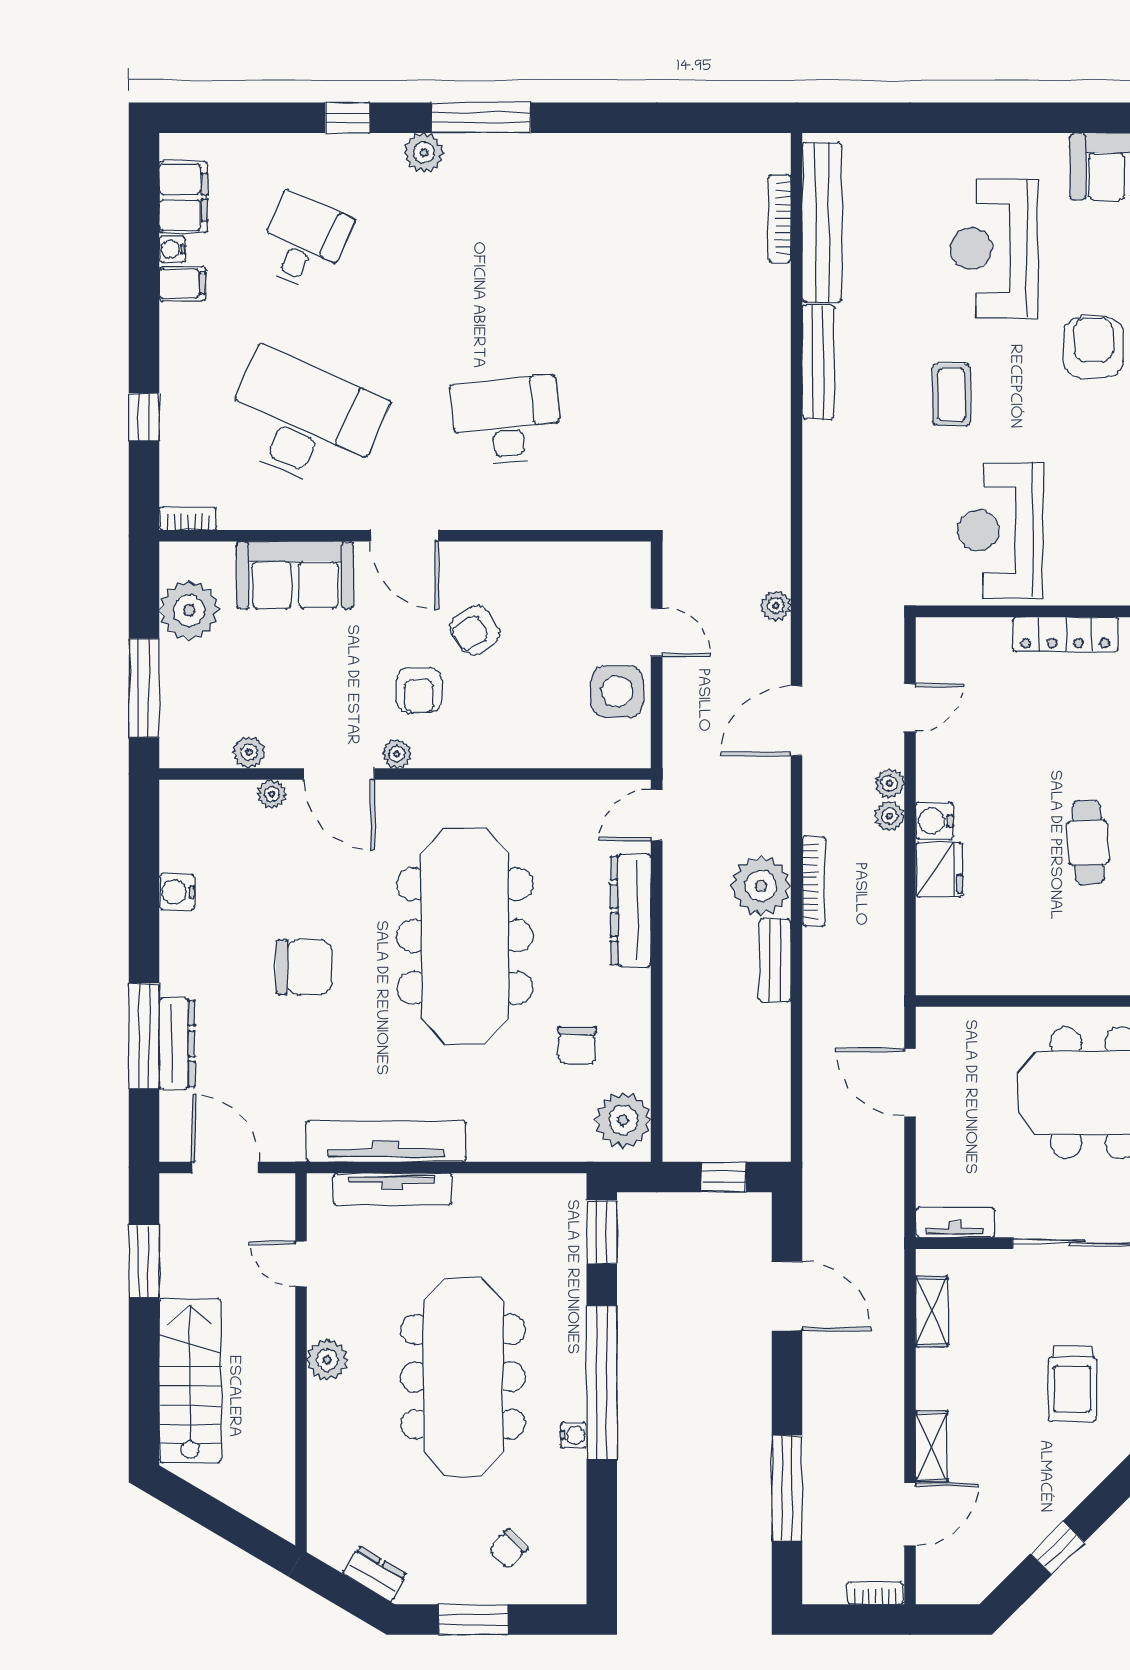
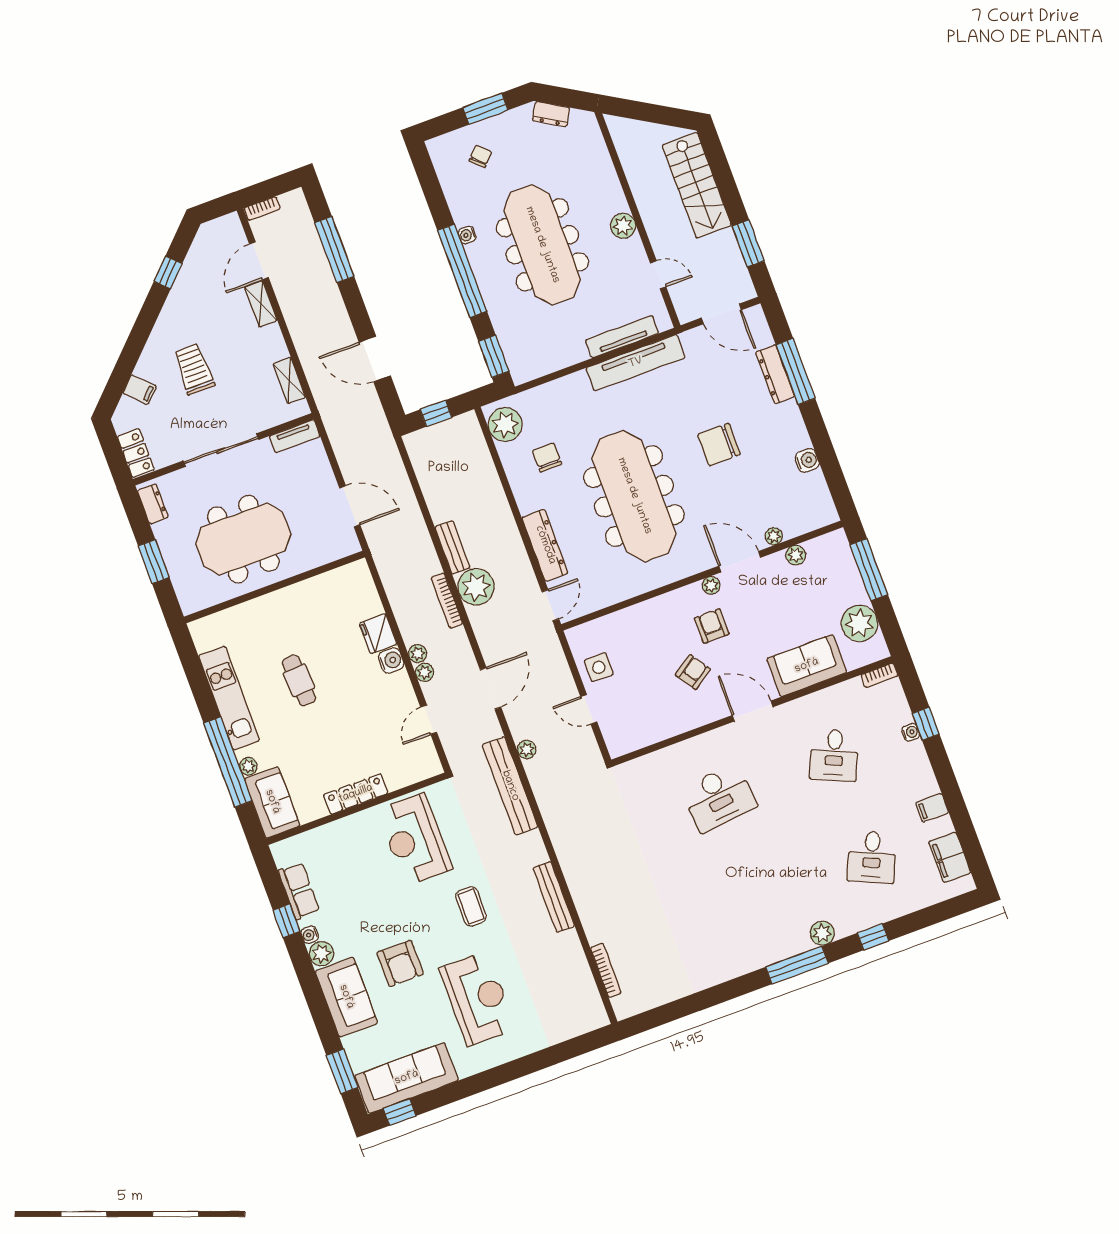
bench: (822, 222) -> (510, 786), moved
water cooler: (172, 249) -> (911, 732), moved
desk: (304, 421) -> (834, 755), width x0.53, depth x0.77
reception desk: (1000, 530) -> (415, 840), turned 180
side table: (617, 691) -> (599, 667), width x0.73, depth x0.73

